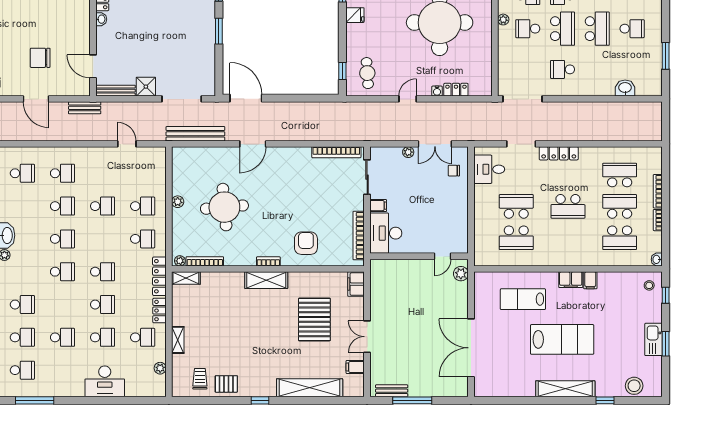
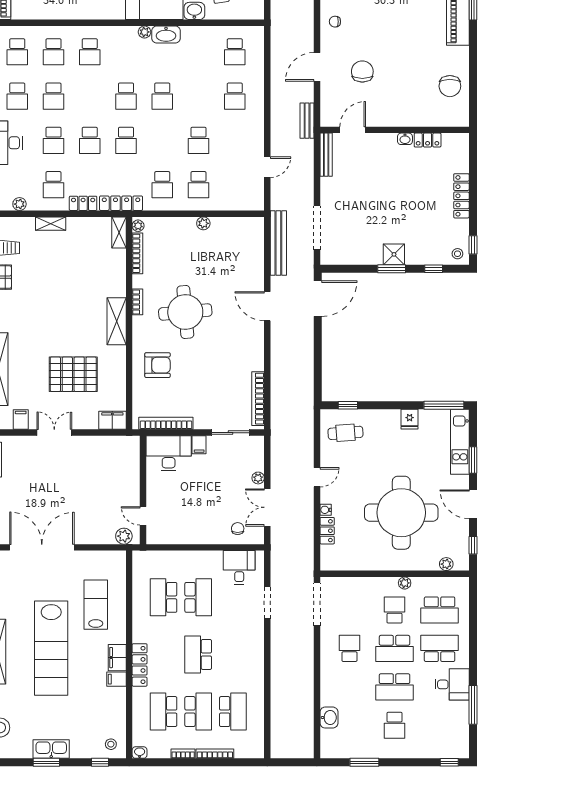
shower: (146, 87) -> (394, 254), moved
door: (408, 99) -> (317, 477), hinge flipped
locker: (559, 153) -> (140, 665), moved, turned 180
school desk: (62, 206) -> (17, 96), moved
round table: (224, 207) -> (185, 312), moved
bookcase: (268, 261) -> (137, 302), moved
lab bench: (562, 339) -> (51, 648), width x1.36

